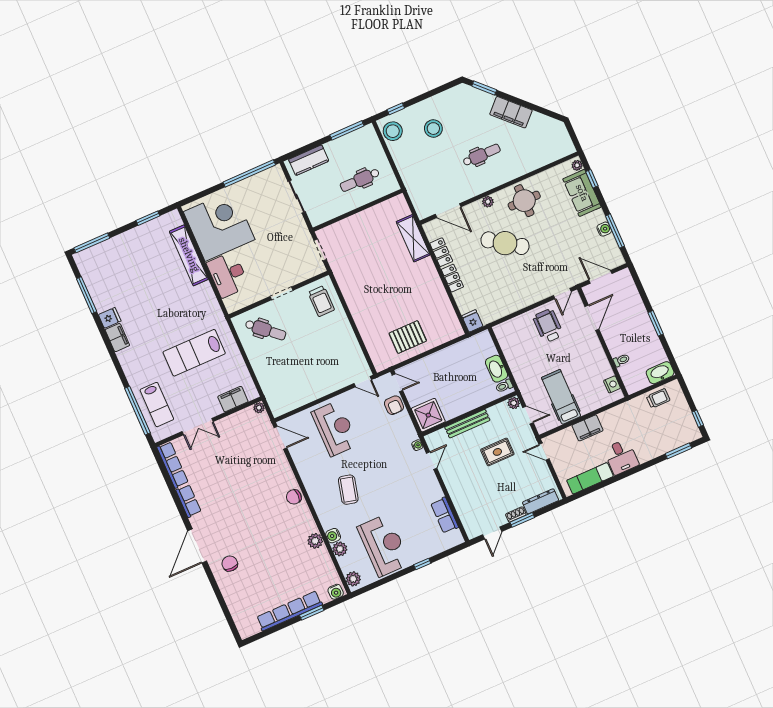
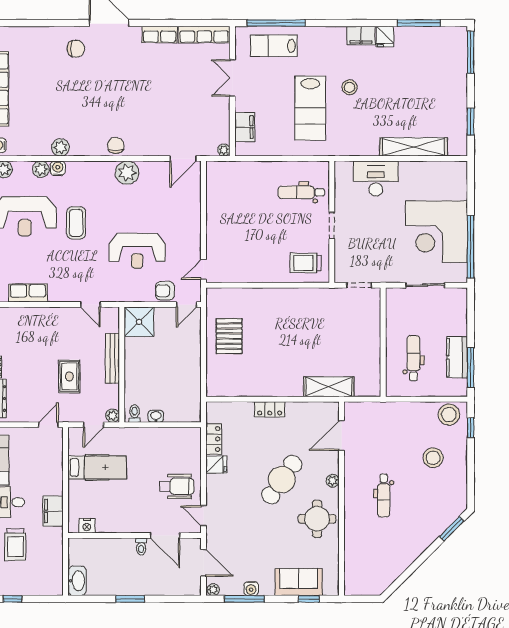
filing cabinet: (511, 112) -> (415, 545), removed
kitchen counter: (309, 160) -> (457, 357), moved
plant: (577, 165) -> (213, 590), moved
corner desk: (219, 226) -> (436, 232), moved, turned 90
locker: (441, 252) -> (214, 439), moved, turned -90
door: (600, 277) -> (204, 563), hinge flipped
fridge: (472, 321) -> (216, 465), moved
stool: (163, 328) -> (349, 87), added
dental chair: (266, 330) -> (301, 192), turned 48
lab bench: (194, 353) -> (310, 108), turned 180
toilet: (621, 360) -> (141, 547), moved
washbasin: (497, 369) -> (156, 416), width x0.52, depth x0.69
trolley: (658, 398) -> (15, 545), moved, width x1.36, depth x1.39
reception desk: (335, 428) -> (137, 251), moved
filing cabinet: (588, 428) -> (53, 511), moved
water cooler: (417, 445) -> (113, 297), removed
plant: (312, 478) -> (127, 173), added
coffee table: (348, 490) -> (76, 223), moved, turned 76

